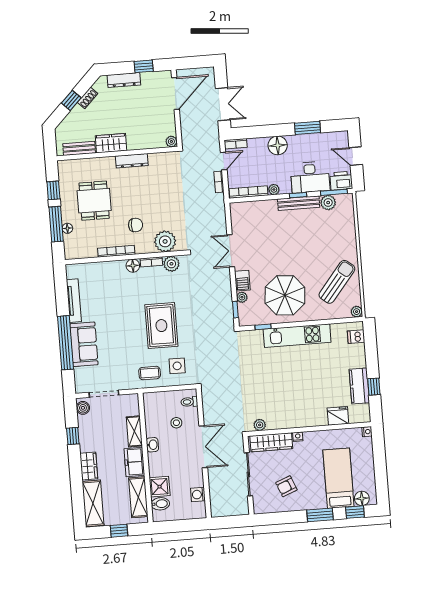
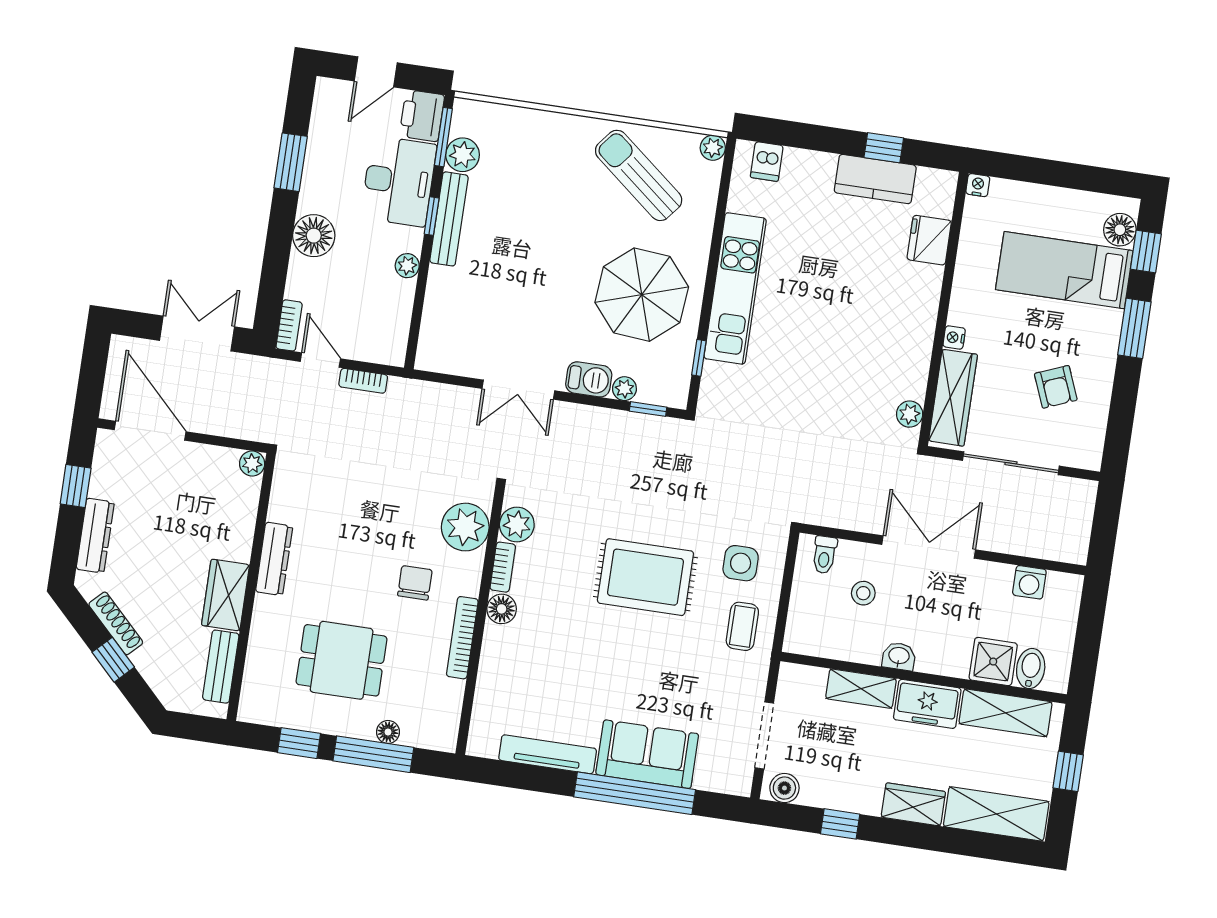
shoe rack: (87, 98) -> (116, 623), width x1.43
bookcase: (248, 192) -> (400, 322), removed

